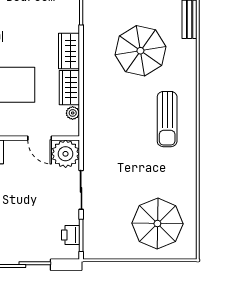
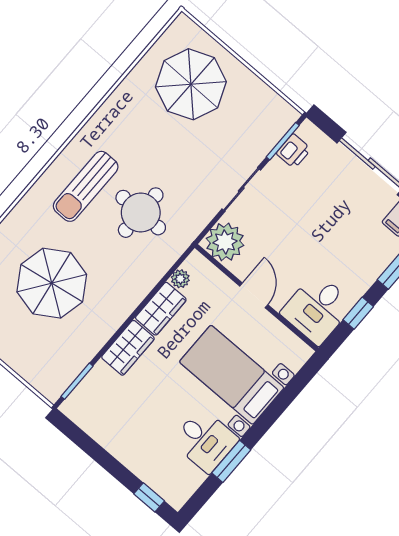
sun lounger: (167, 119) -> (86, 186), turned 180
round table: (125, 131) -> (141, 213), added
door: (40, 138) -> (254, 295), moved

